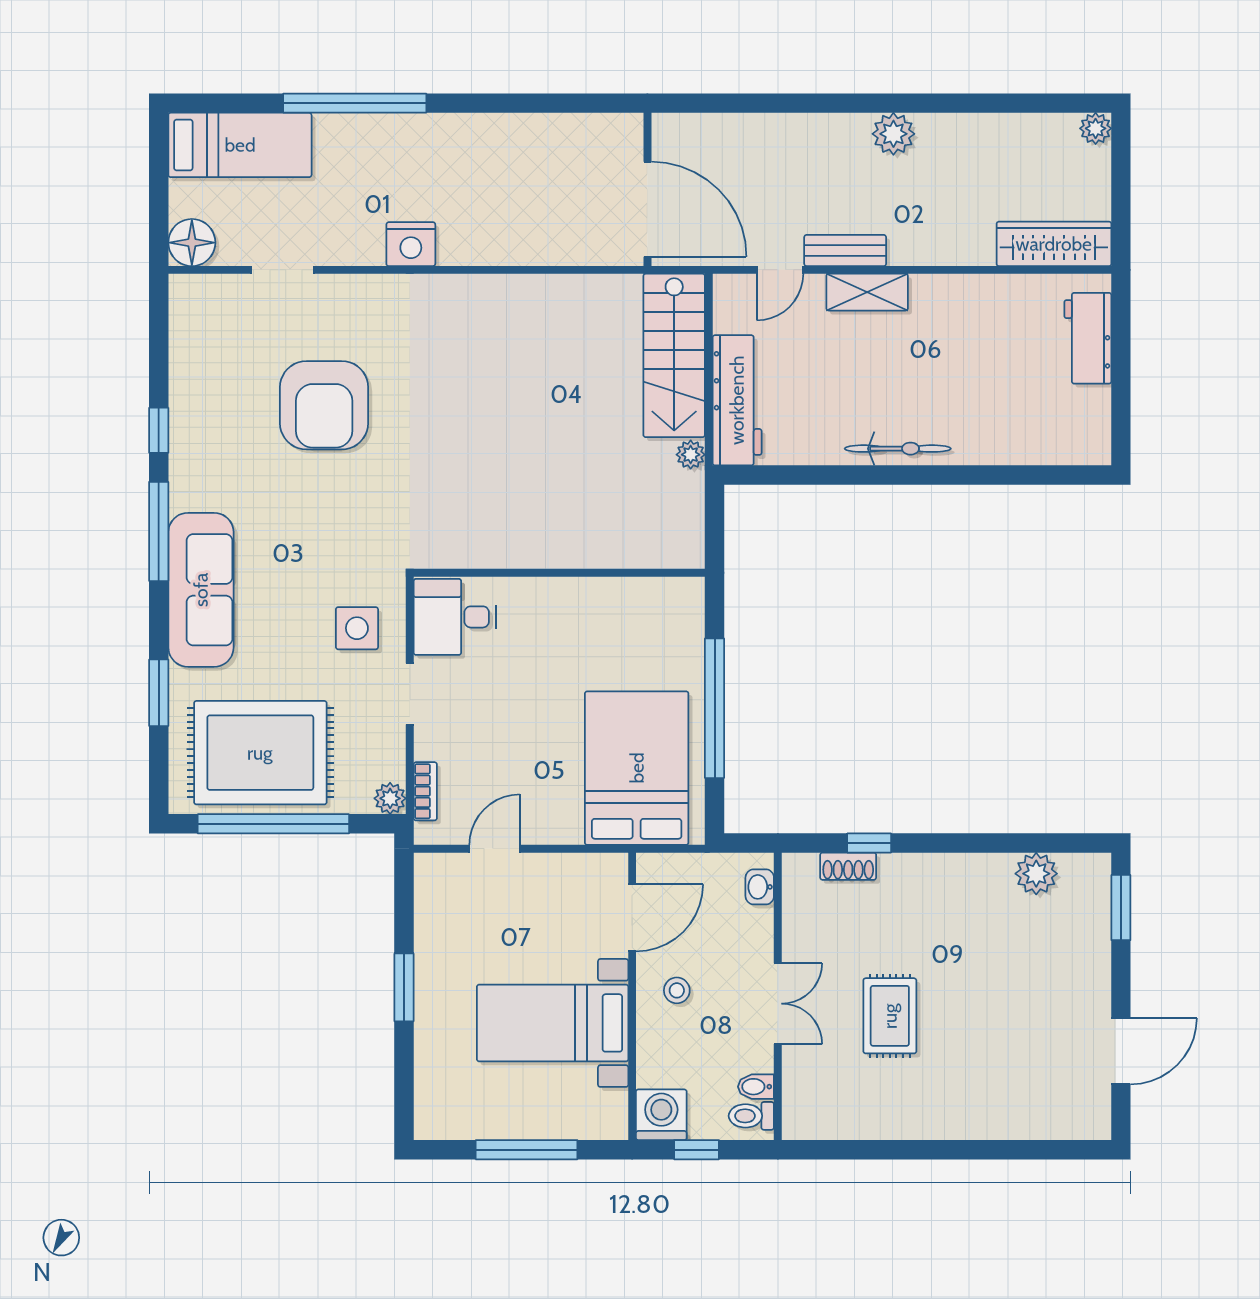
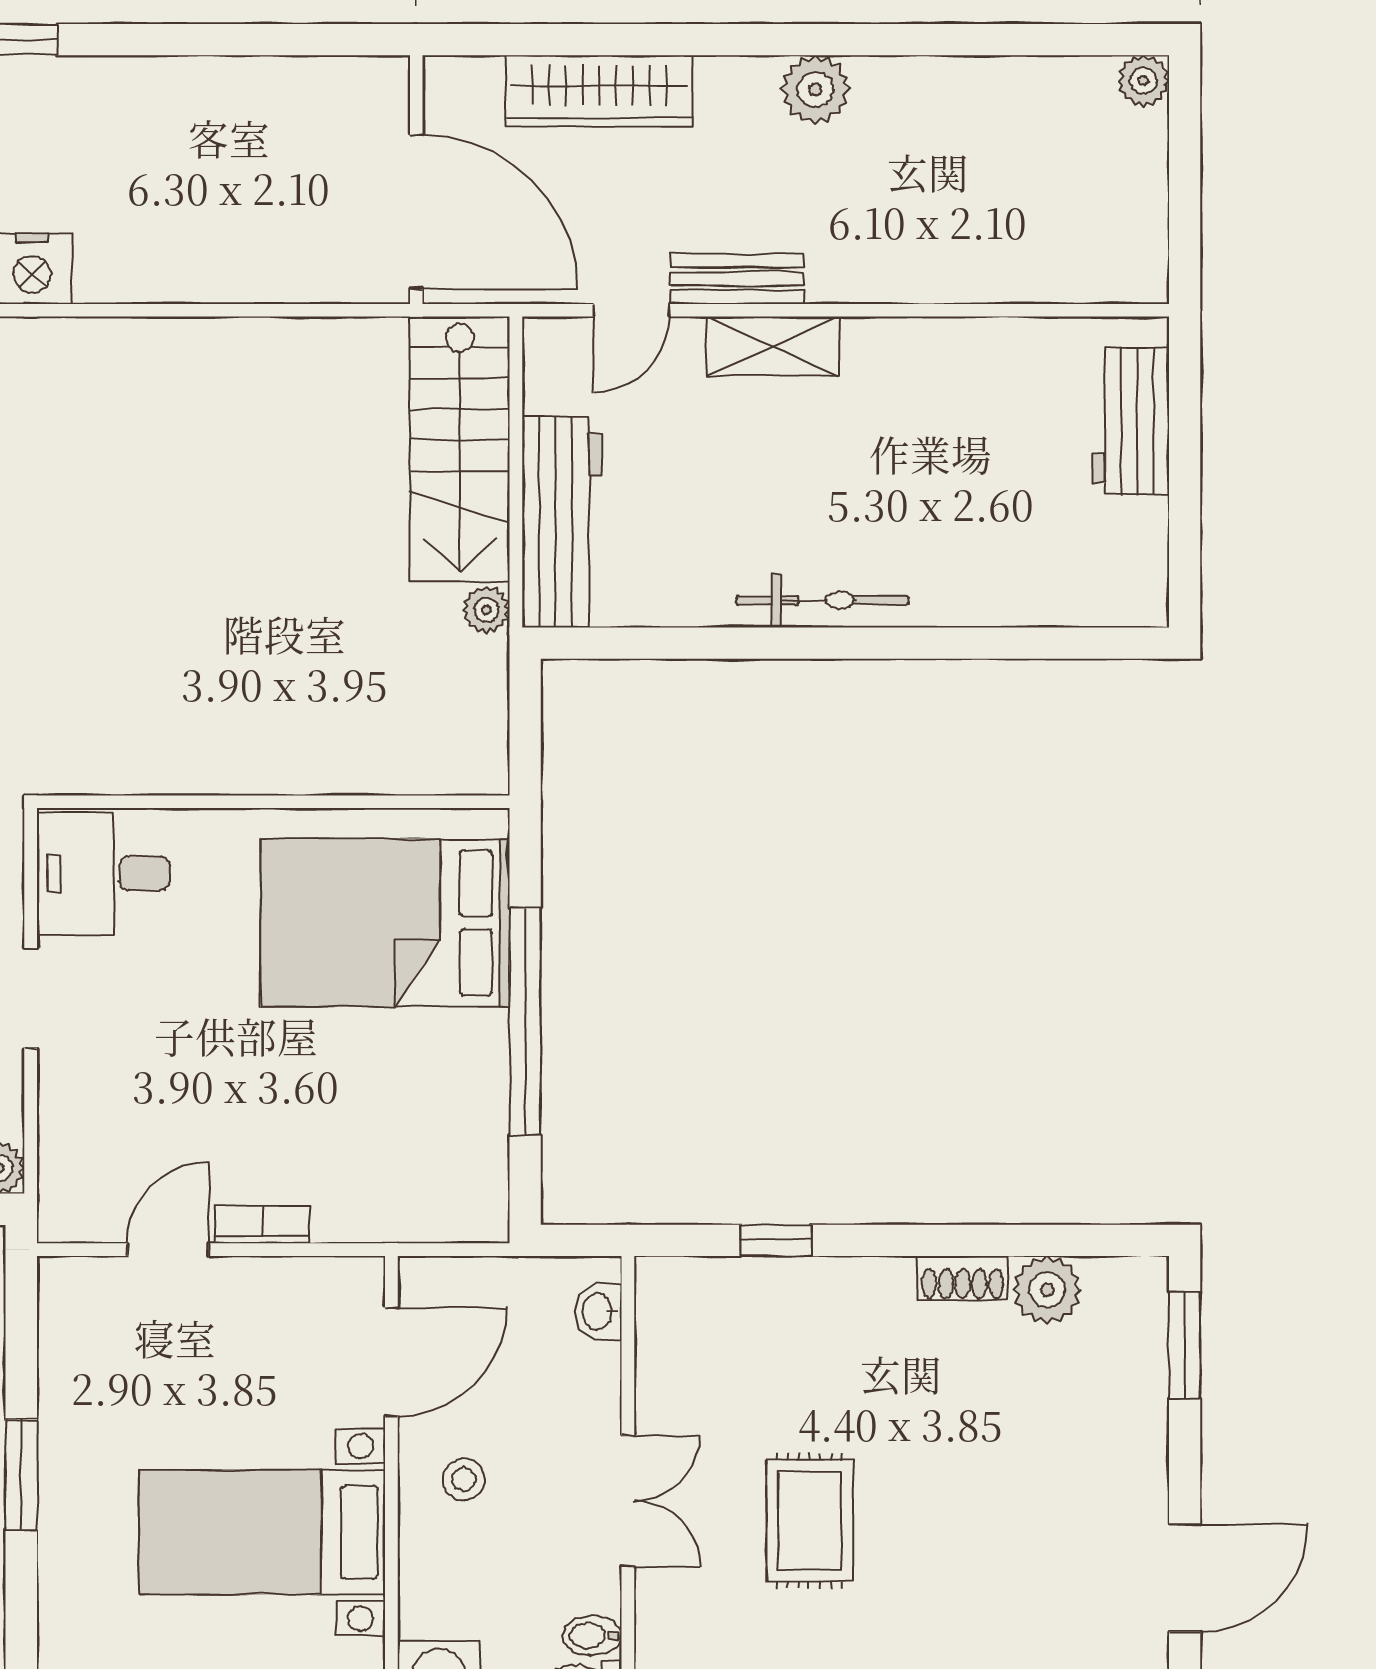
wardrobe: (1054, 244) -> (599, 91), moved, turned 180
bed: (637, 768) -> (385, 923), moved, turned -90
bookcase: (425, 791) -> (262, 1225), moved, turned -90
shoe rack: (848, 866) -> (963, 1278), moved

